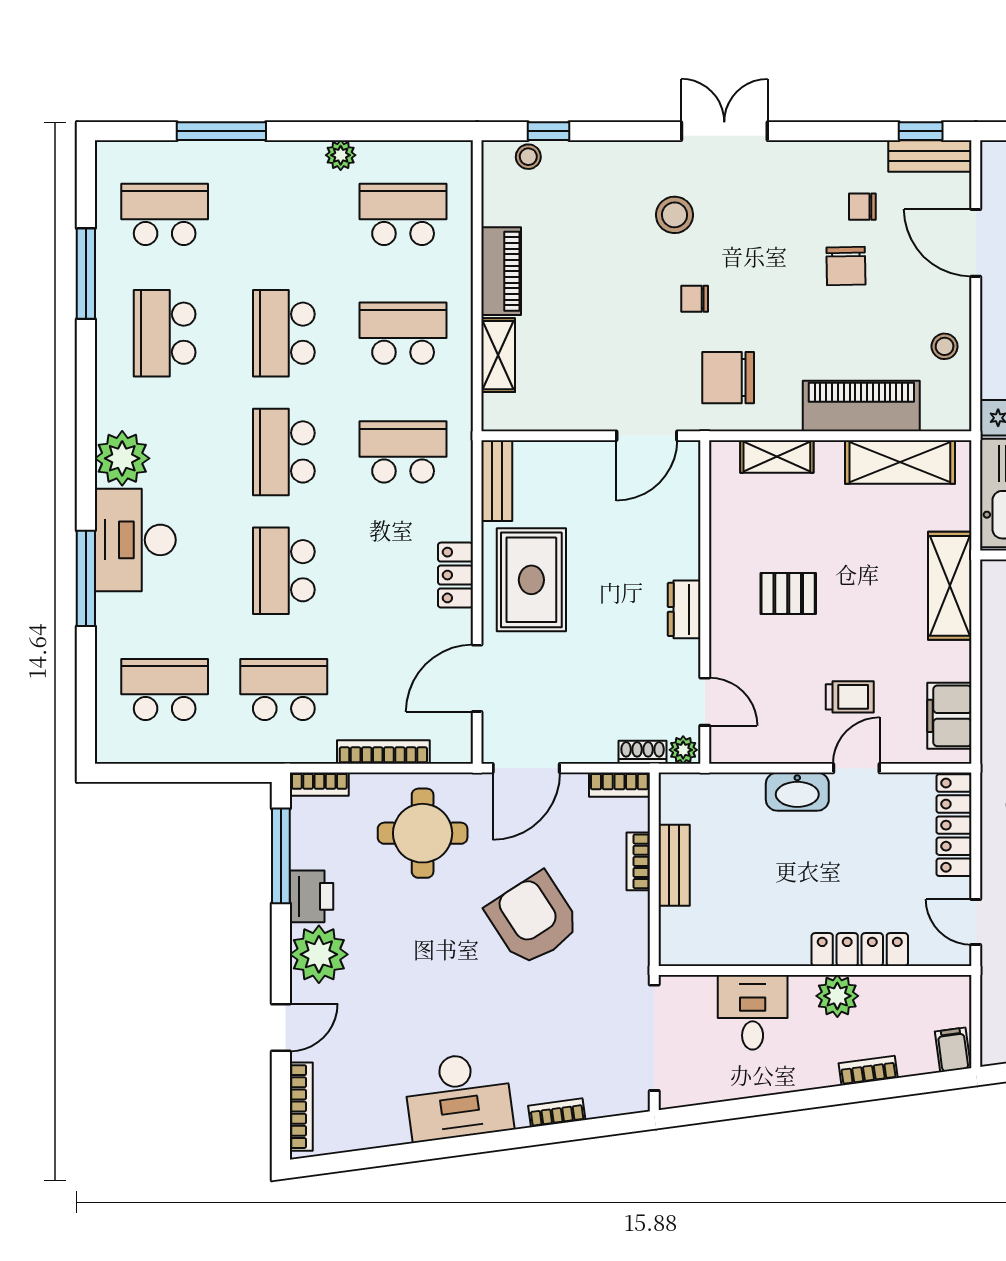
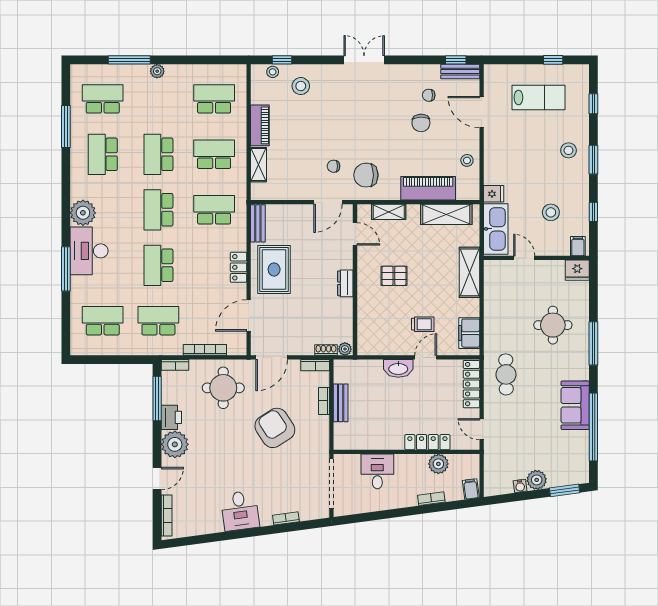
plant: (341, 155) -> (157, 71), moved
stool: (675, 215) -> (301, 86), moved
chair: (695, 299) -> (334, 166), moved
door: (705, 702) -> (355, 234), moved
plant: (837, 996) -> (438, 464), moved
desk: (458, 1096) -> (240, 511), width x0.73

